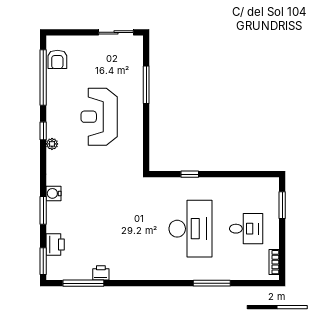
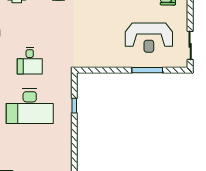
reception desk: (99, 117) -> (149, 38), moved, turned 180
desk: (246, 229) -> (30, 61), moved

